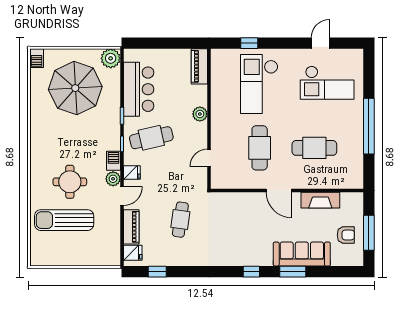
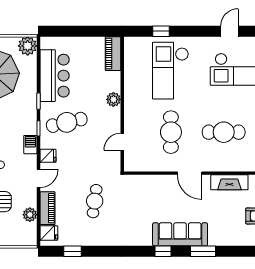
plant: (113, 179) -> (30, 215), moved
sofa: (302, 254) -> (180, 234), moved

